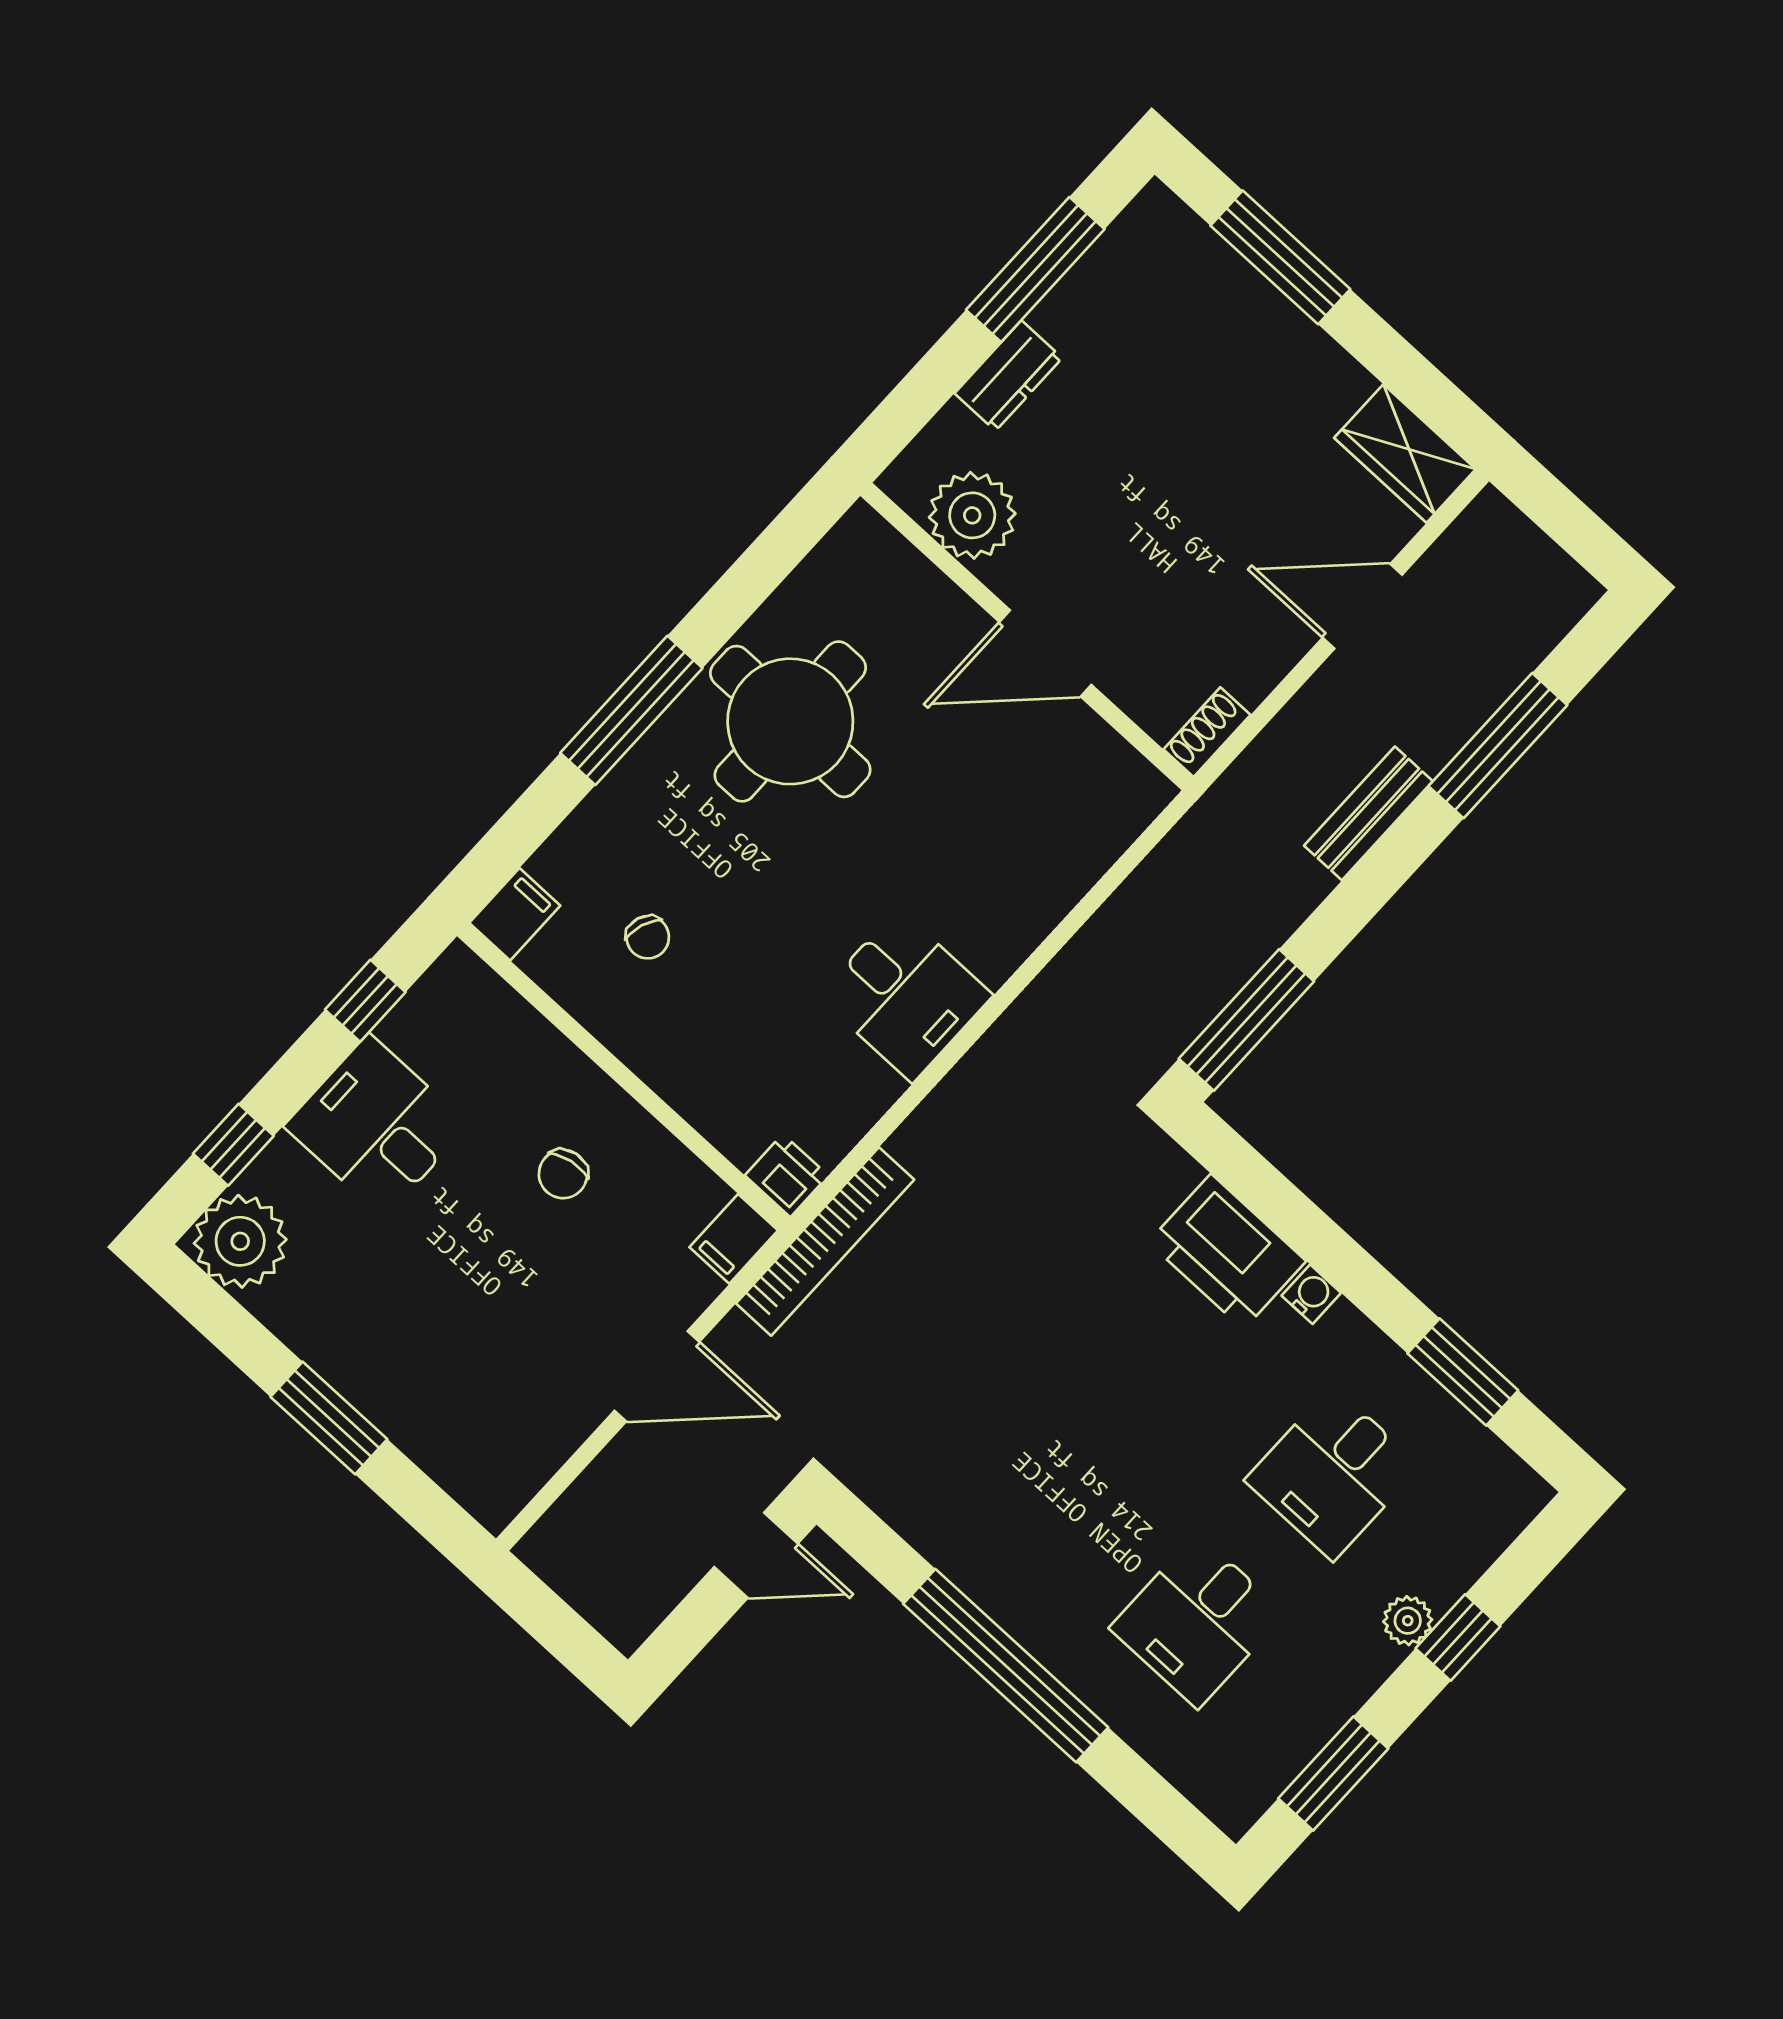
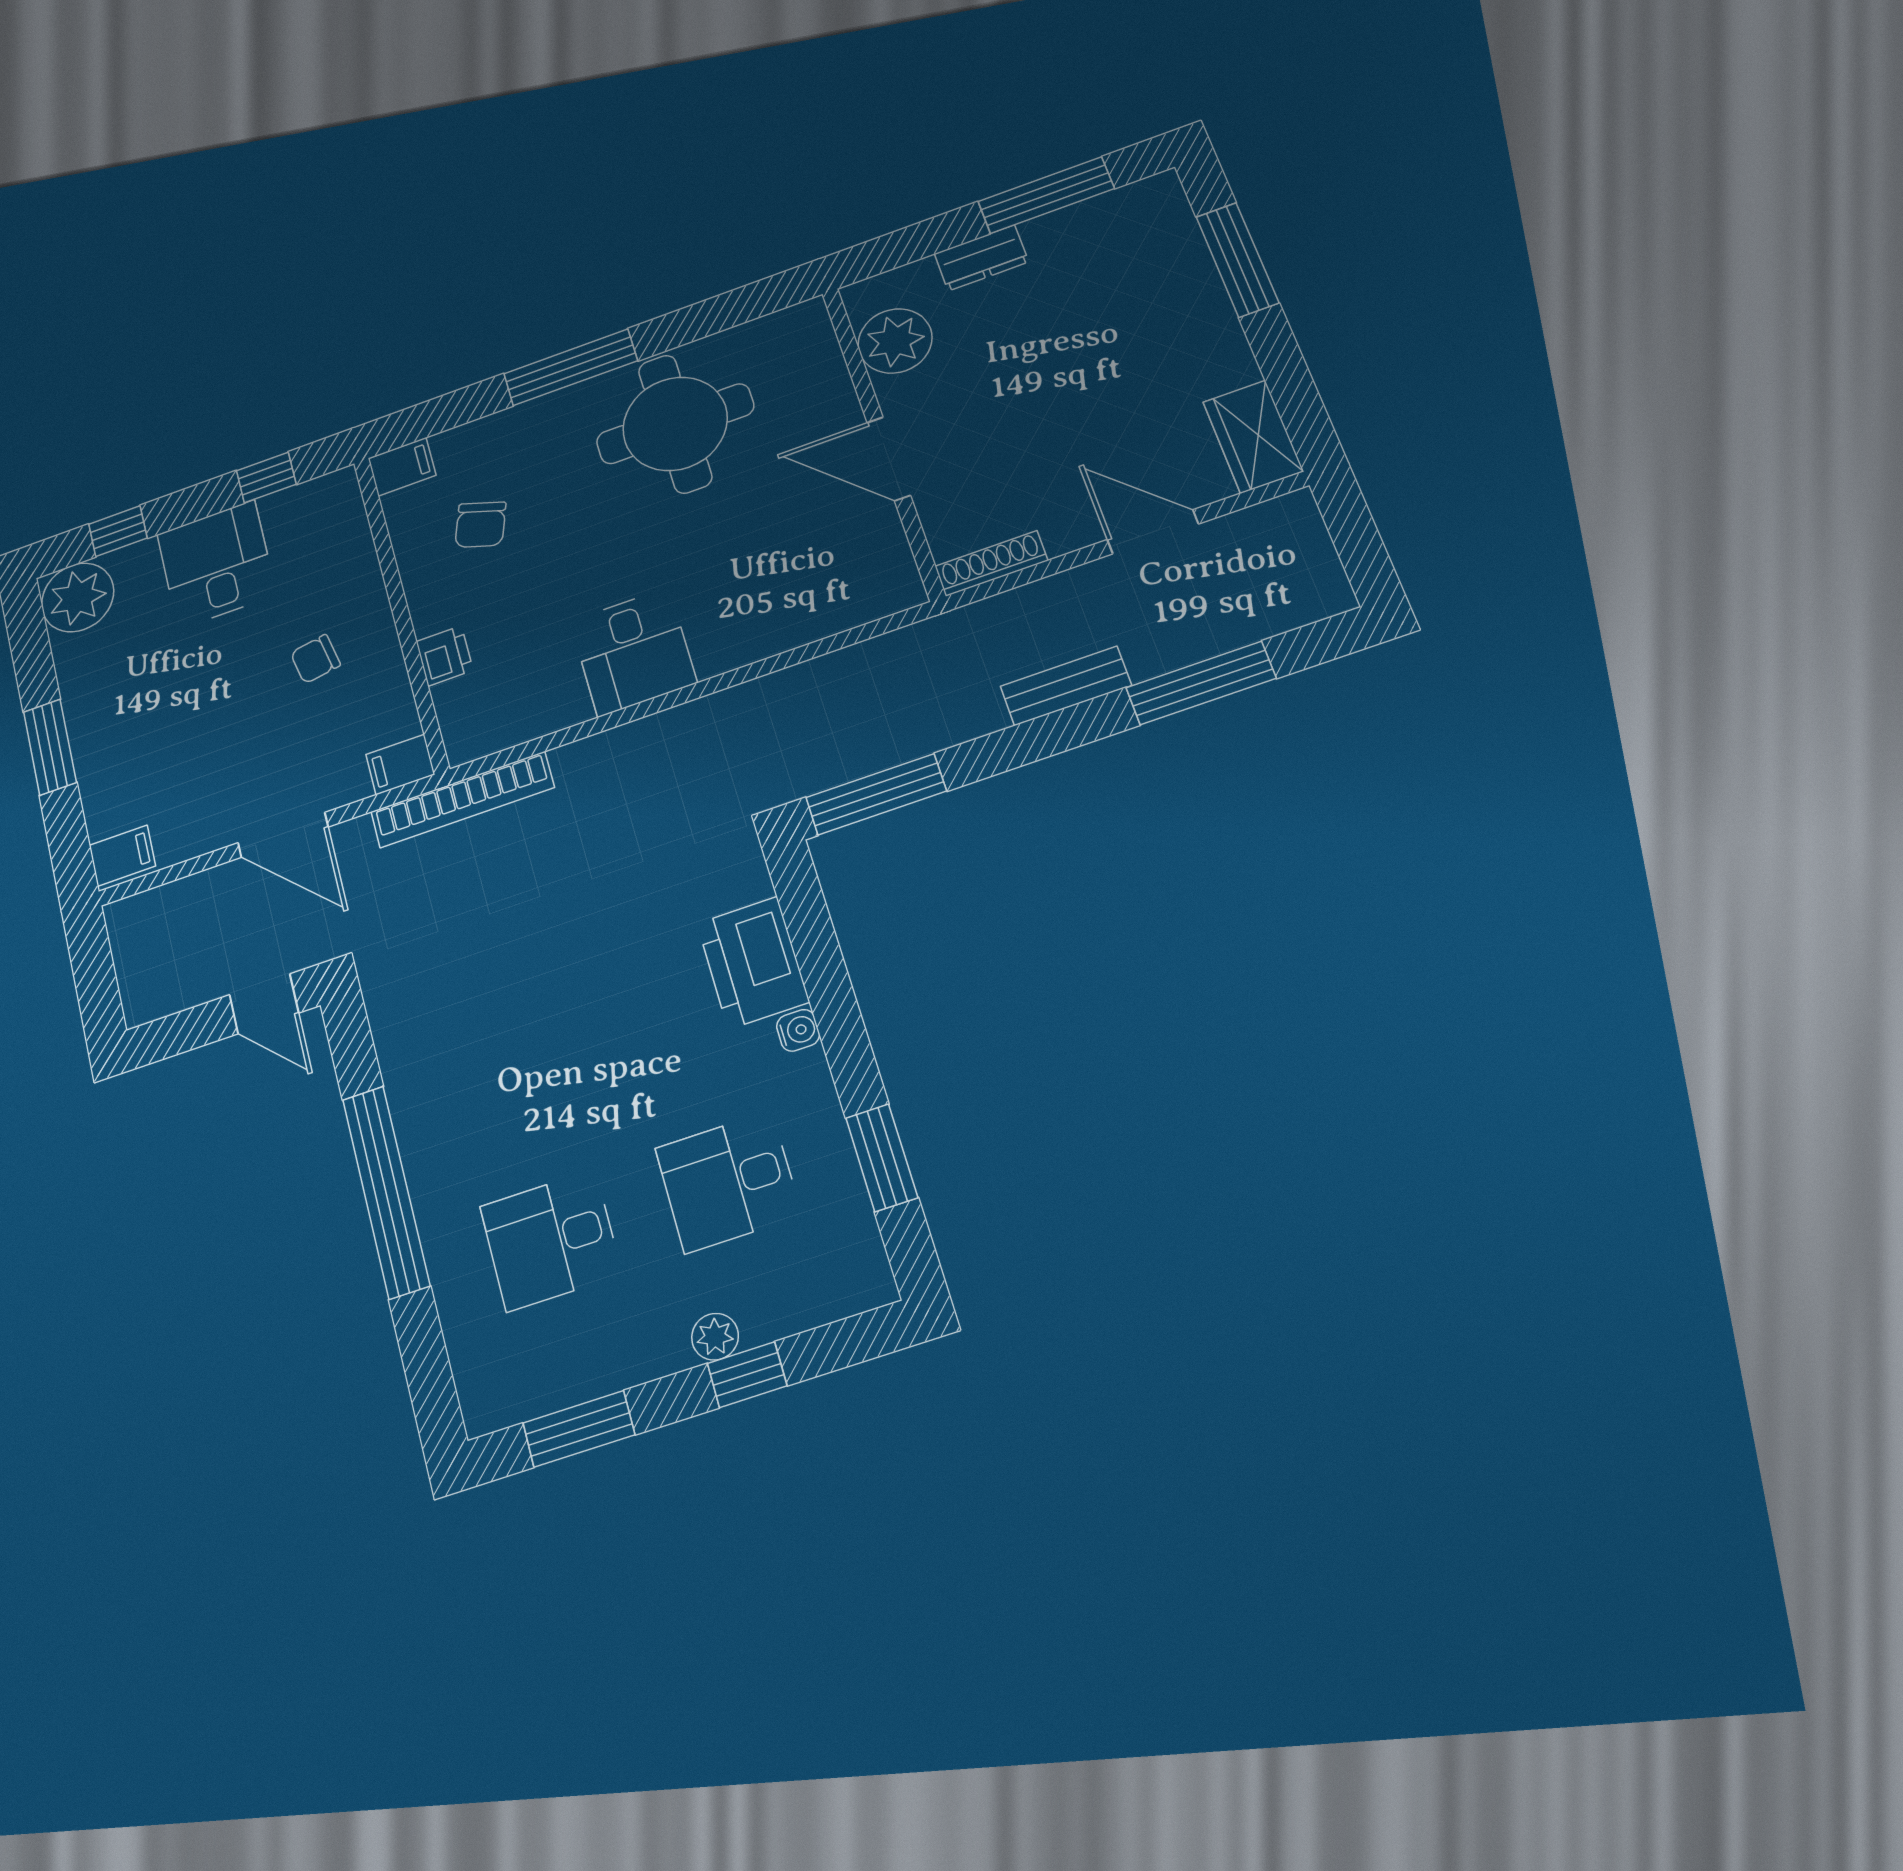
shoe rack: (1207, 732) -> (991, 563), width x1.43
chair: (648, 937) -> (480, 525), width x1.37, depth x1.37
printer: (787, 1175) -> (445, 656), moved
filing cabinet: (495, 1488) -> (122, 856), added

